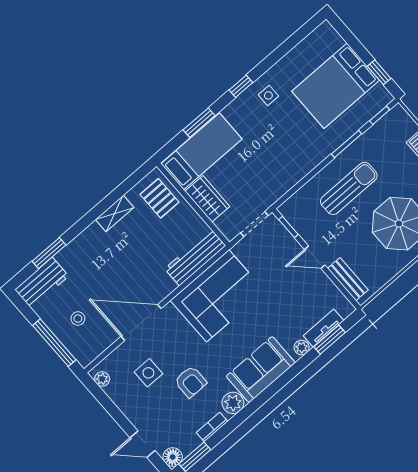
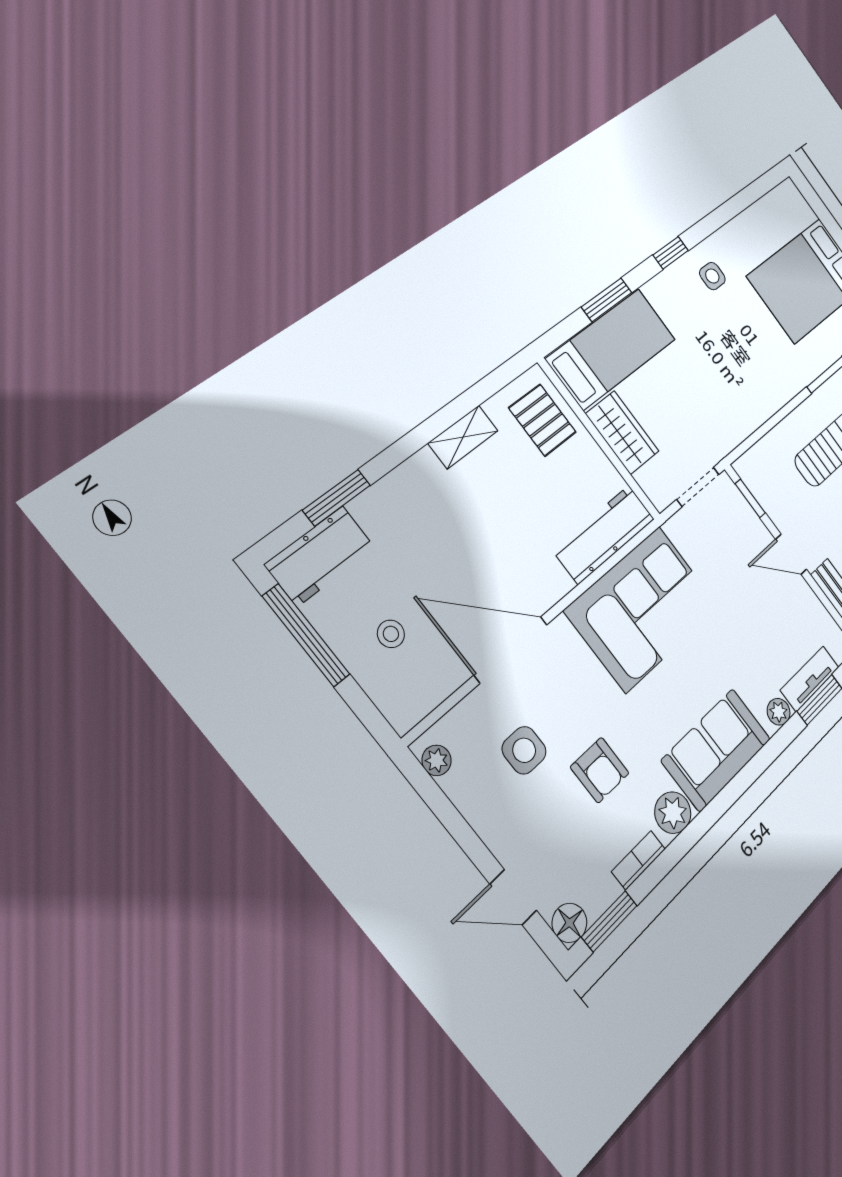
window: (54, 343) -> (306, 635), moved

